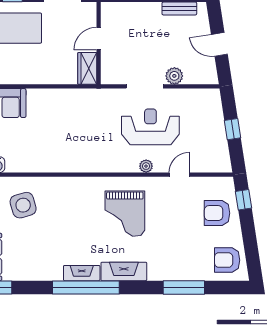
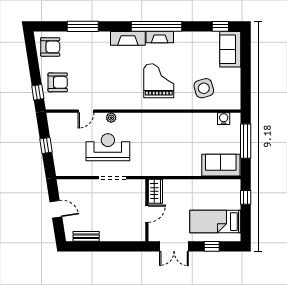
plant: (174, 76) -> (90, 186), removed
reception desk: (150, 127) -> (108, 147), turned 180
grand piano: (125, 214) -> (159, 81), moved

